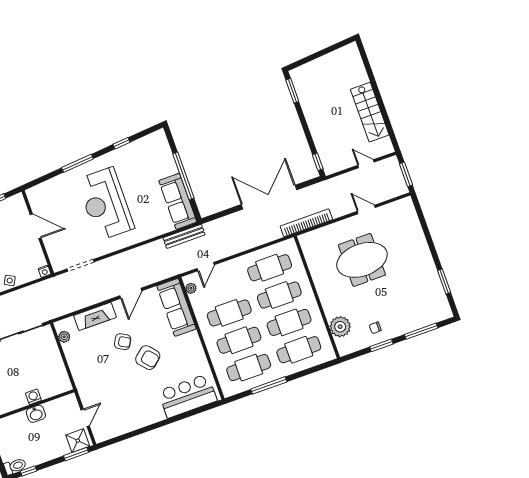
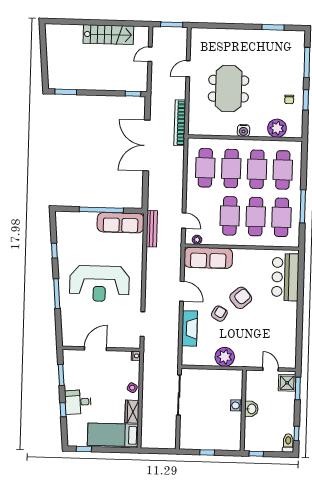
water cooler: (324, 293) -> (243, 130), added
plant: (64, 337) -> (225, 357), moved, width x1.88, depth x1.88

